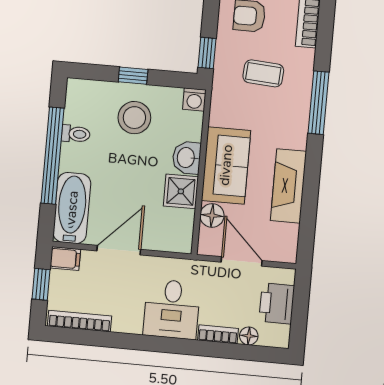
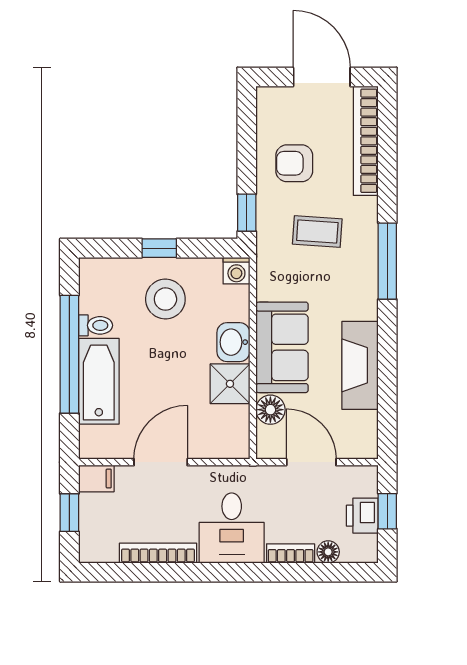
bathtub: (72, 208) -> (99, 381), moved
printer: (277, 303) -> (362, 516), width x0.73, depth x0.81
window: (300, 307) -> (387, 511), added
bookcase: (79, 321) -> (158, 553), moved

